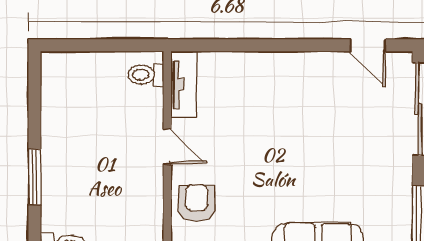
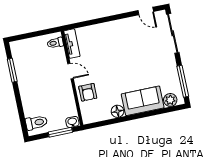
window: (35, 177) -> (12, 70), moved
armchair: (197, 203) -> (88, 92), turned 180

